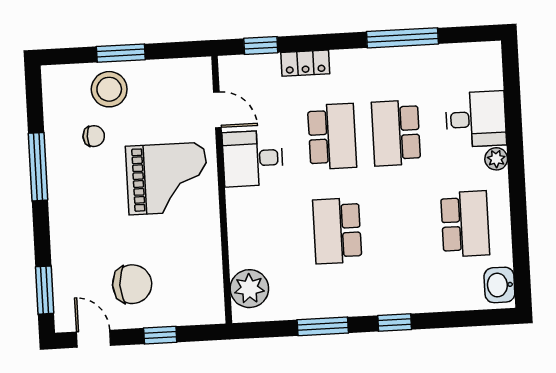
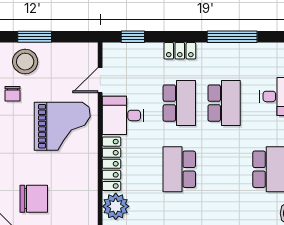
locker: (305, 63) -> (180, 51), moved
door: (217, 110) -> (100, 80), swing flipped
school desk: (396, 133) -> (224, 103), turned 180
chair: (94, 136) -> (13, 94), turned 90
locker: (240, 228) -> (111, 164), added

